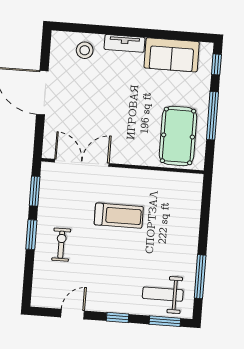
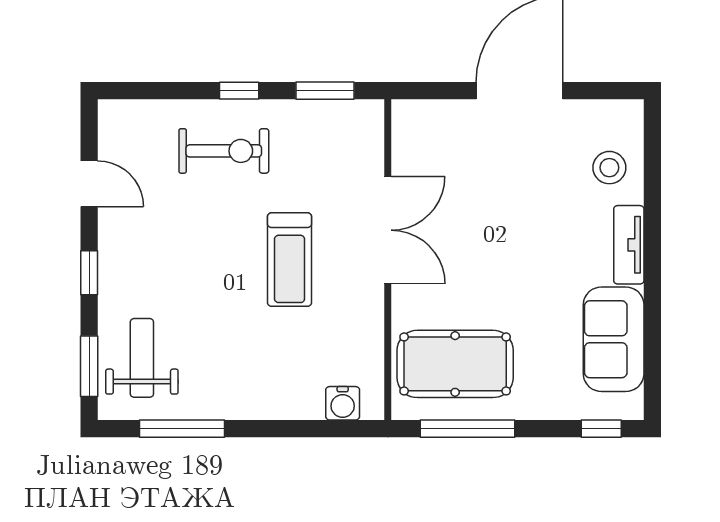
window: (212, 116) -> (467, 429), moved
double door: (82, 163) -> (388, 230), moved
water cooler: (194, 194) -> (343, 403), added
window: (31, 235) -> (239, 91), width x0.67
exercise bike: (61, 245) -> (224, 151), width x1.38, depth x1.39

